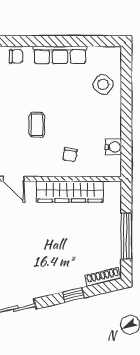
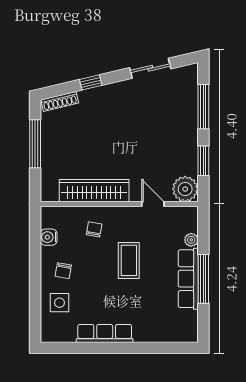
chair: (16, 56) -> (63, 271), moved, turned -80
side table: (103, 84) -> (60, 303), turned -38
coffee table: (37, 125) -> (129, 260), width x1.36, depth x1.30

